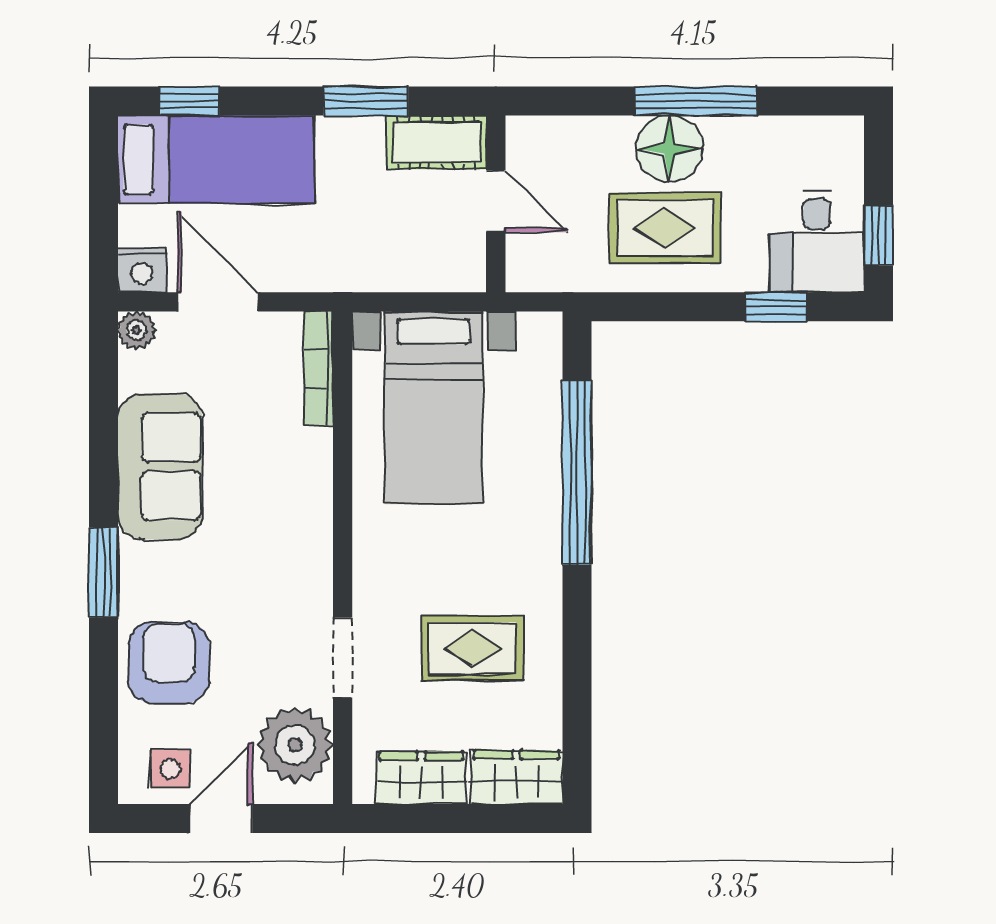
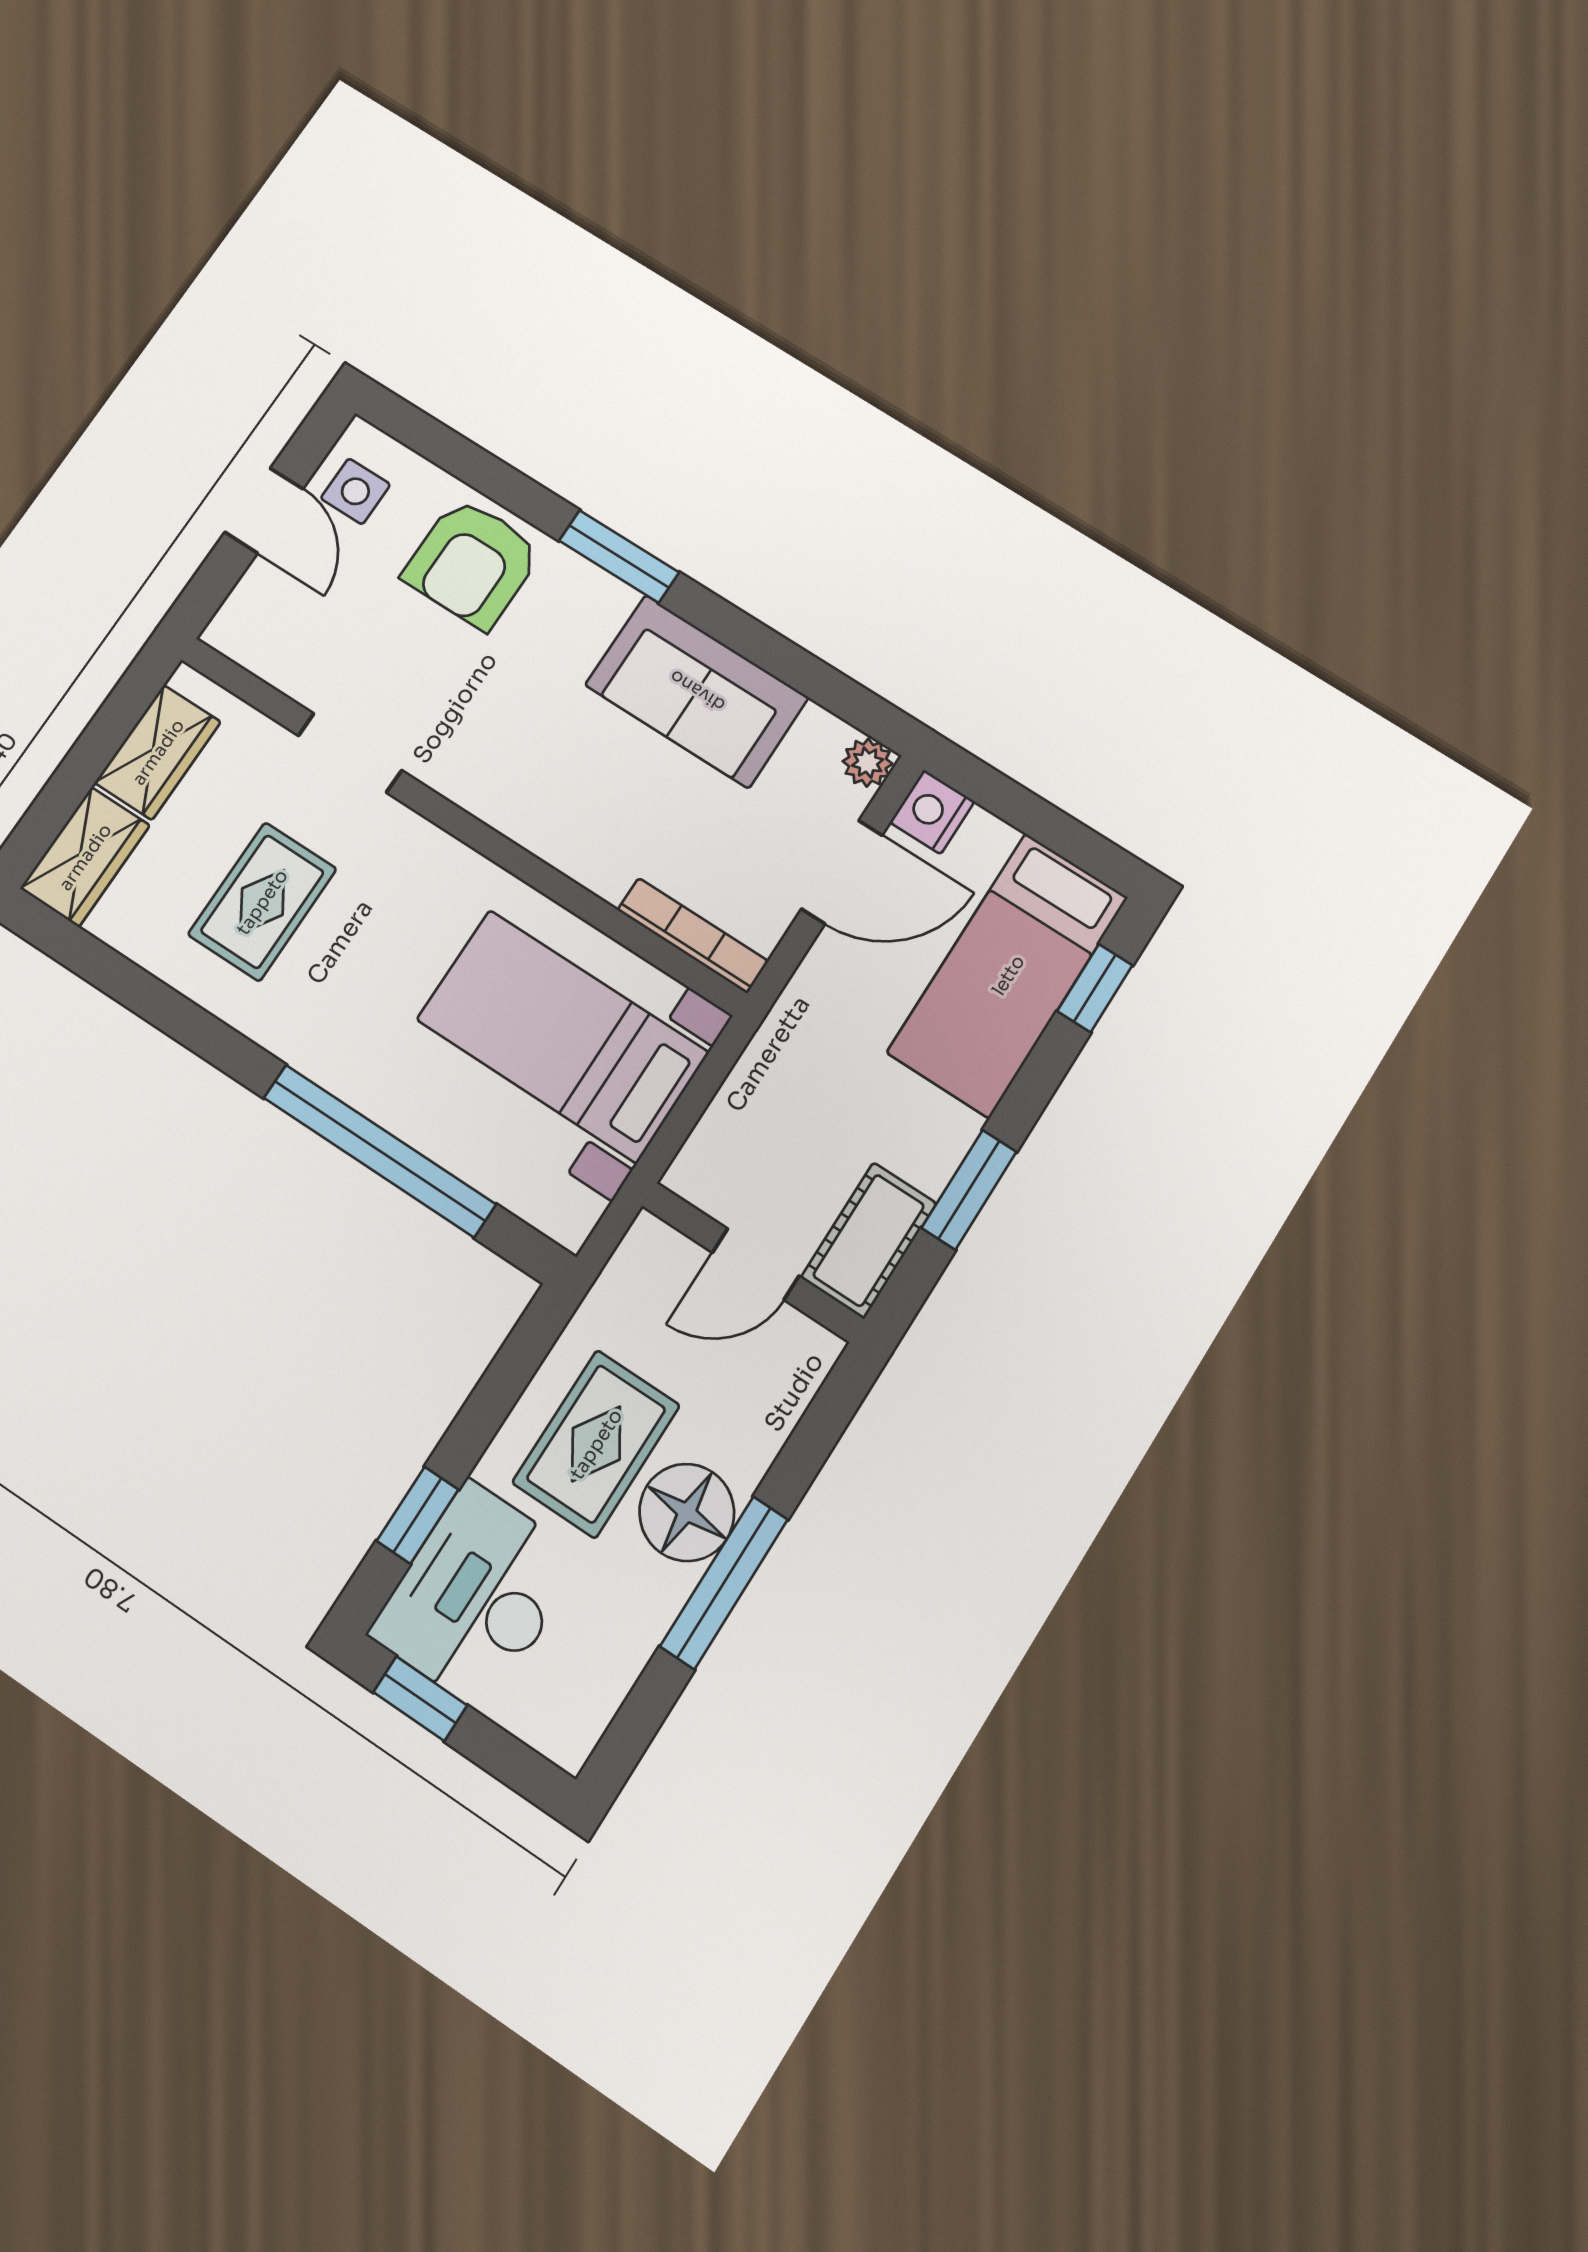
desk: (817, 241) -> (477, 1596), width x1.37
armchair: (169, 663) -> (472, 563), turned 90
plant: (295, 745) -> (289, 640), removed

